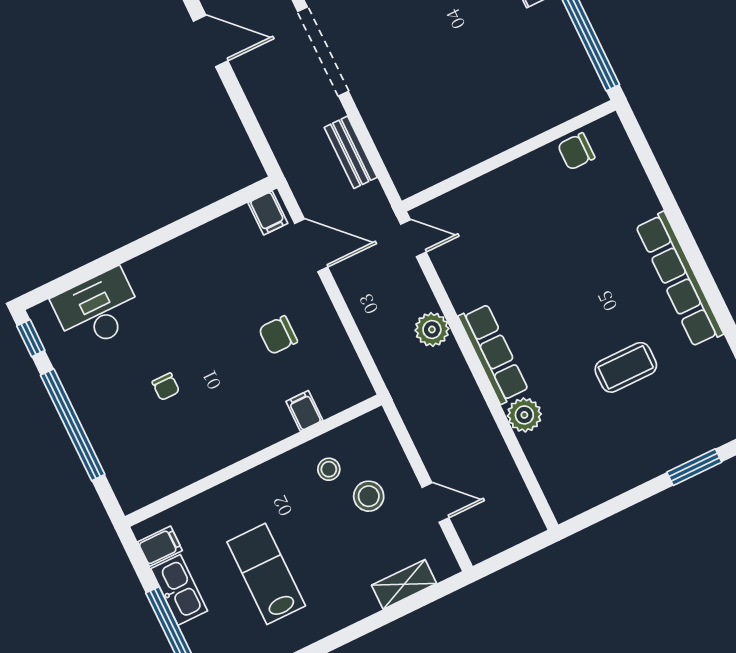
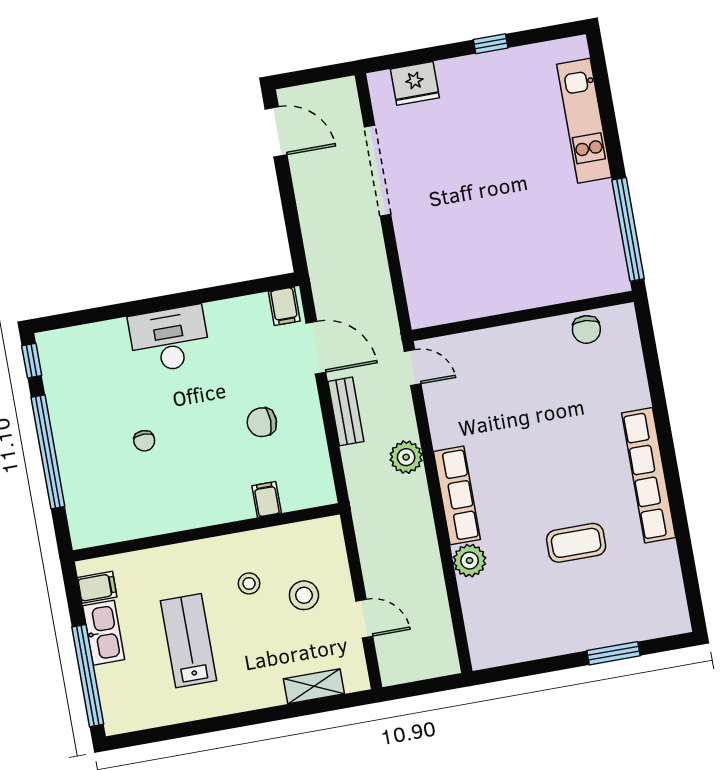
chair: (576, 151) -> (586, 329), turned -85
bench: (351, 152) -> (346, 411), moved
desk: (98, 309) -> (169, 339), moved
stool: (329, 469) -> (249, 583), moved

